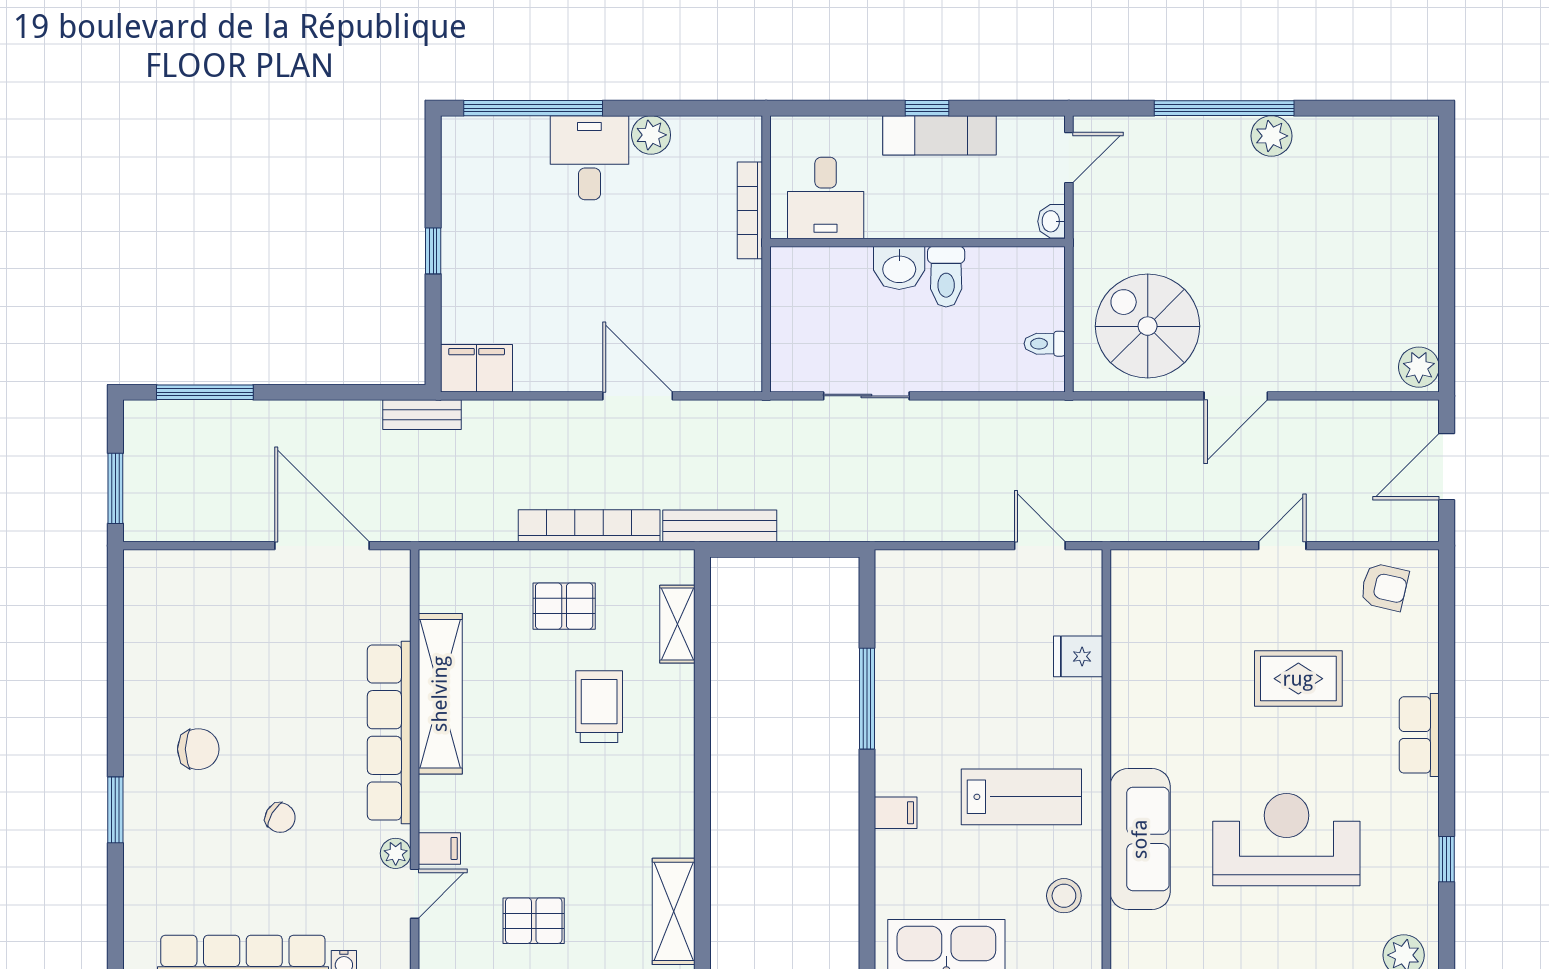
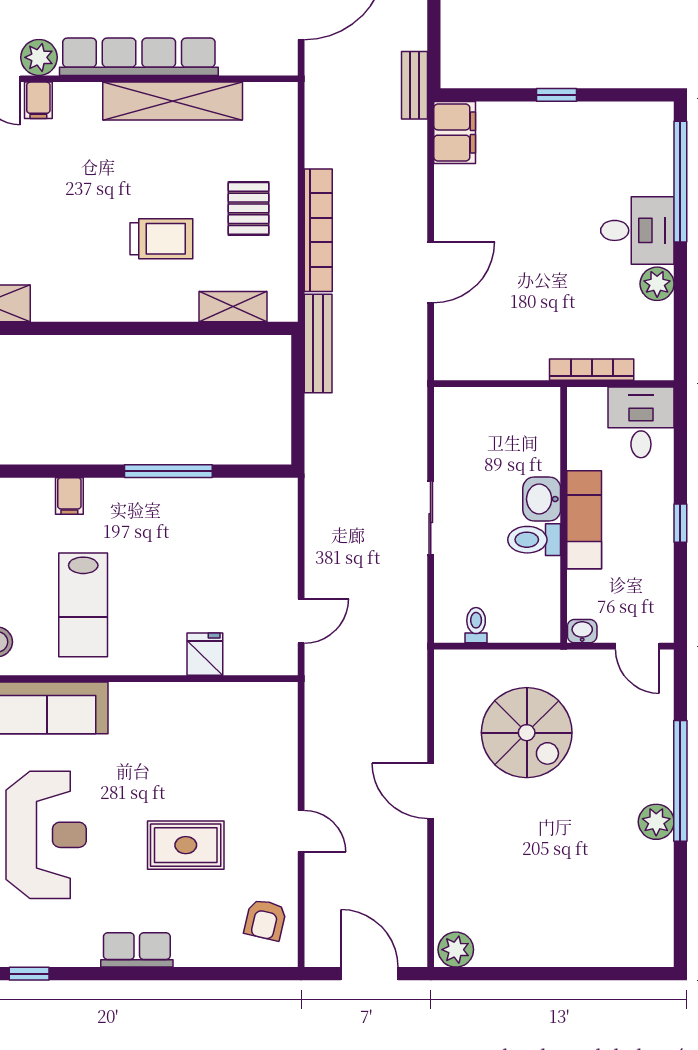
exam couch: (940, 135) -> (584, 520), moved, turned 180
desk: (826, 198) -> (641, 422), moved, turned 90
spiral stairs: (1148, 326) -> (527, 733), moved, turned 90
sliding door: (866, 396) -> (431, 518), moved
rug: (1298, 679) -> (186, 845), turned 90
plant: (396, 853) -> (39, 57), width x1.38, depth x1.38

